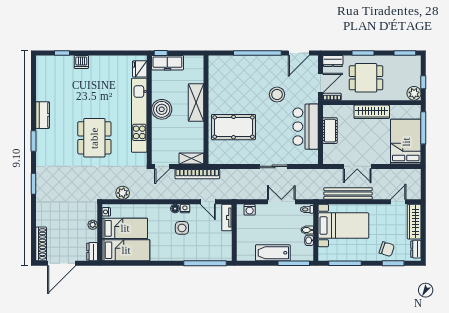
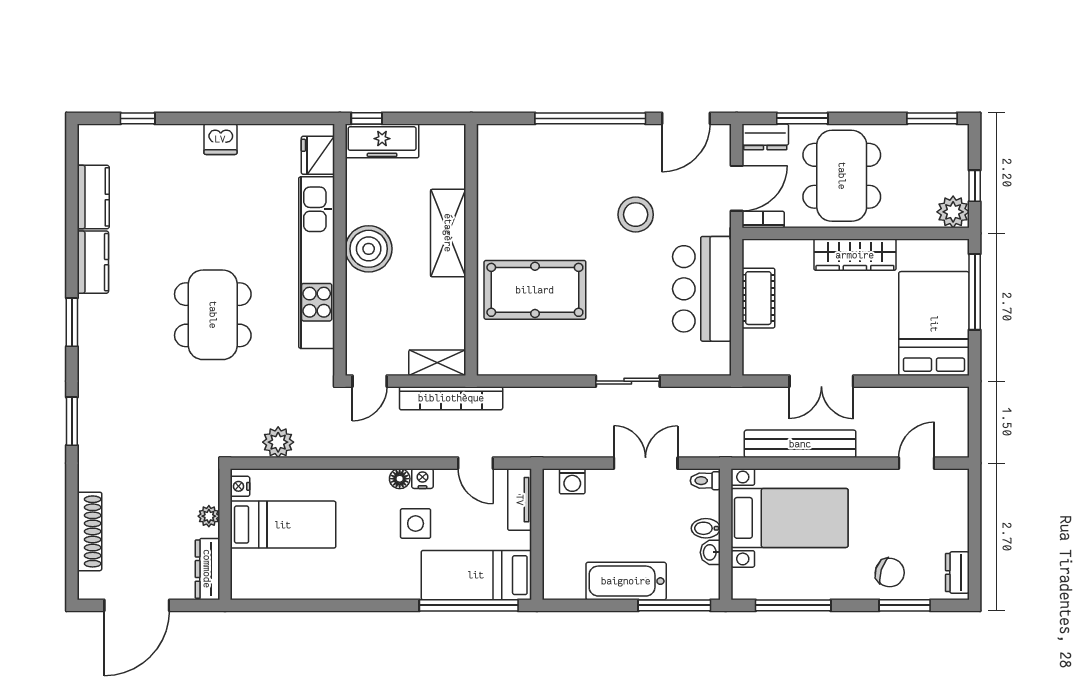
window: (363, 53) -> (802, 118), moved
dishwasher: (81, 62) -> (220, 139), moved
dining table: (366, 78) -> (842, 176), width x1.38
kitchen counter: (43, 87) -> (93, 197), added
wardrobe: (414, 222) -> (953, 509), removed
shoe rack: (41, 244) -> (89, 531), moved
bed: (126, 250) -> (476, 575), moved, turned 180
dresser: (92, 252) -> (207, 569), width x1.44

